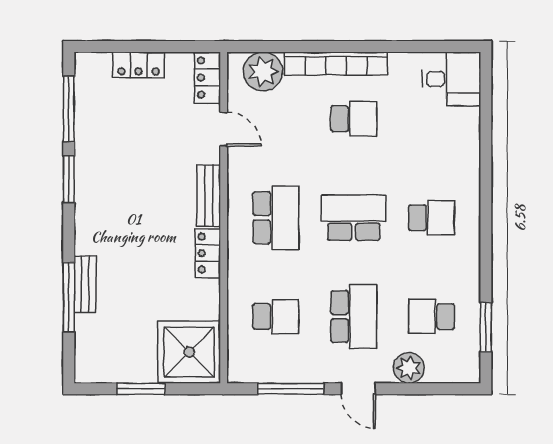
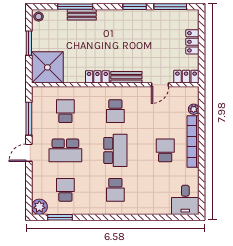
plant: (263, 72) -> (194, 109), width x0.53, depth x0.53
school desk: (354, 119) -> (165, 150), turned 180
school desk: (276, 218) -> (115, 111), width x0.54
school desk: (276, 316) -> (65, 111), turned 180
plant: (409, 368) -> (39, 207), moved
stool: (88, 370) -> (39, 17), added

